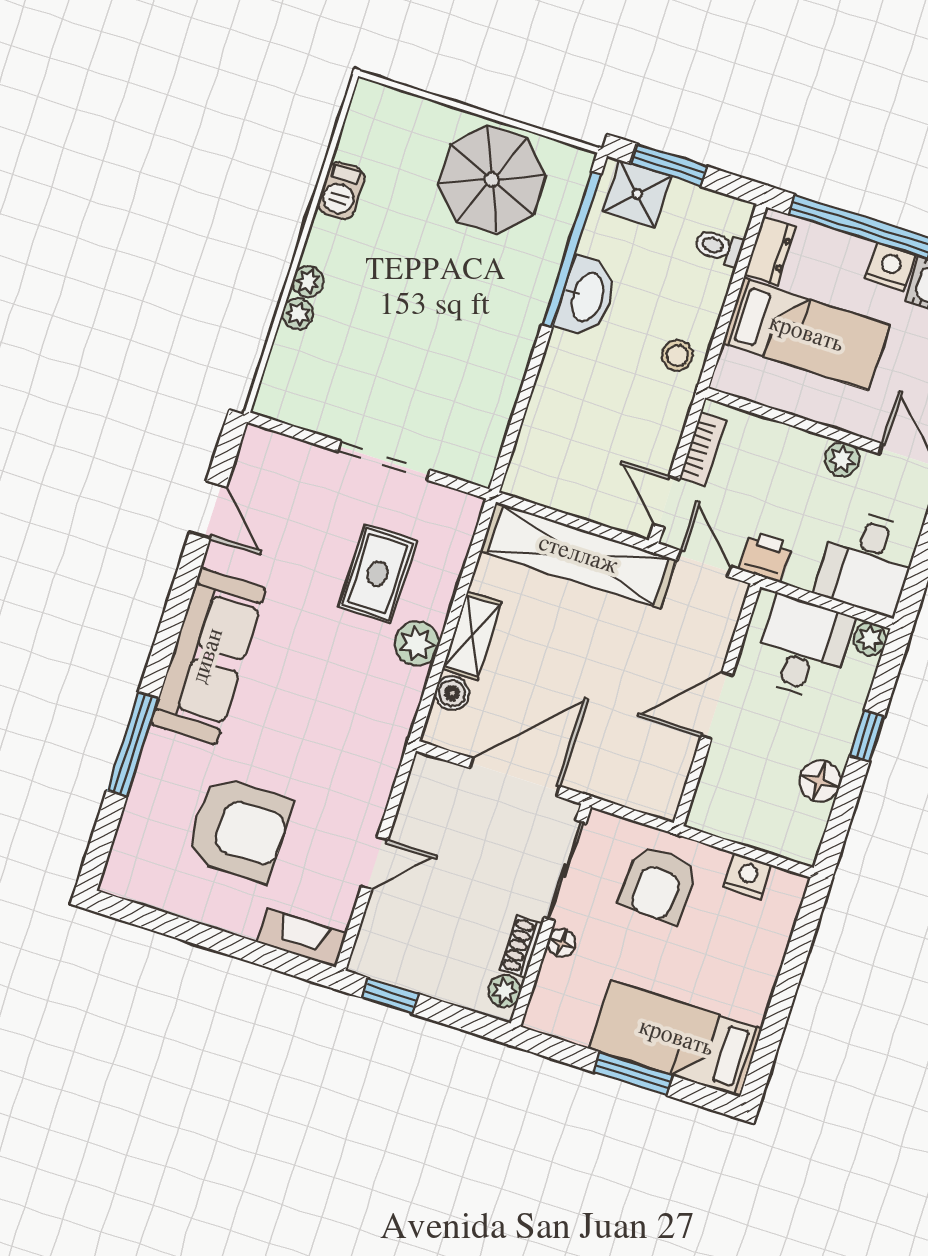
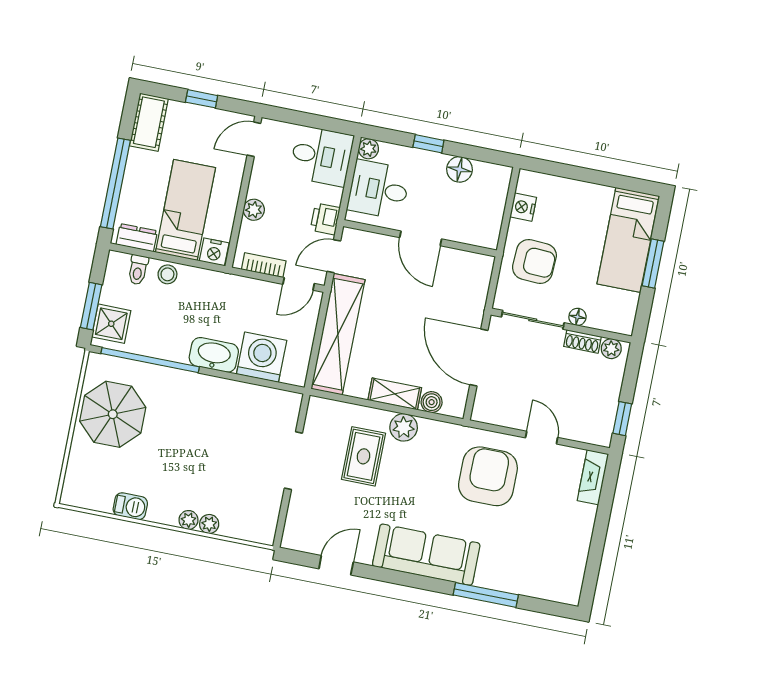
nightstand: (890, 267) -> (214, 252), moved, turned -90
washbasin: (586, 297) -> (214, 355), moved
stool: (677, 355) -> (167, 274), moved
washing machine: (556, 429) -> (262, 357), added
plant: (842, 459) -> (254, 210), moved
rug: (378, 574) -> (363, 456), turned 90
armchair: (239, 829) -> (488, 476), moved

